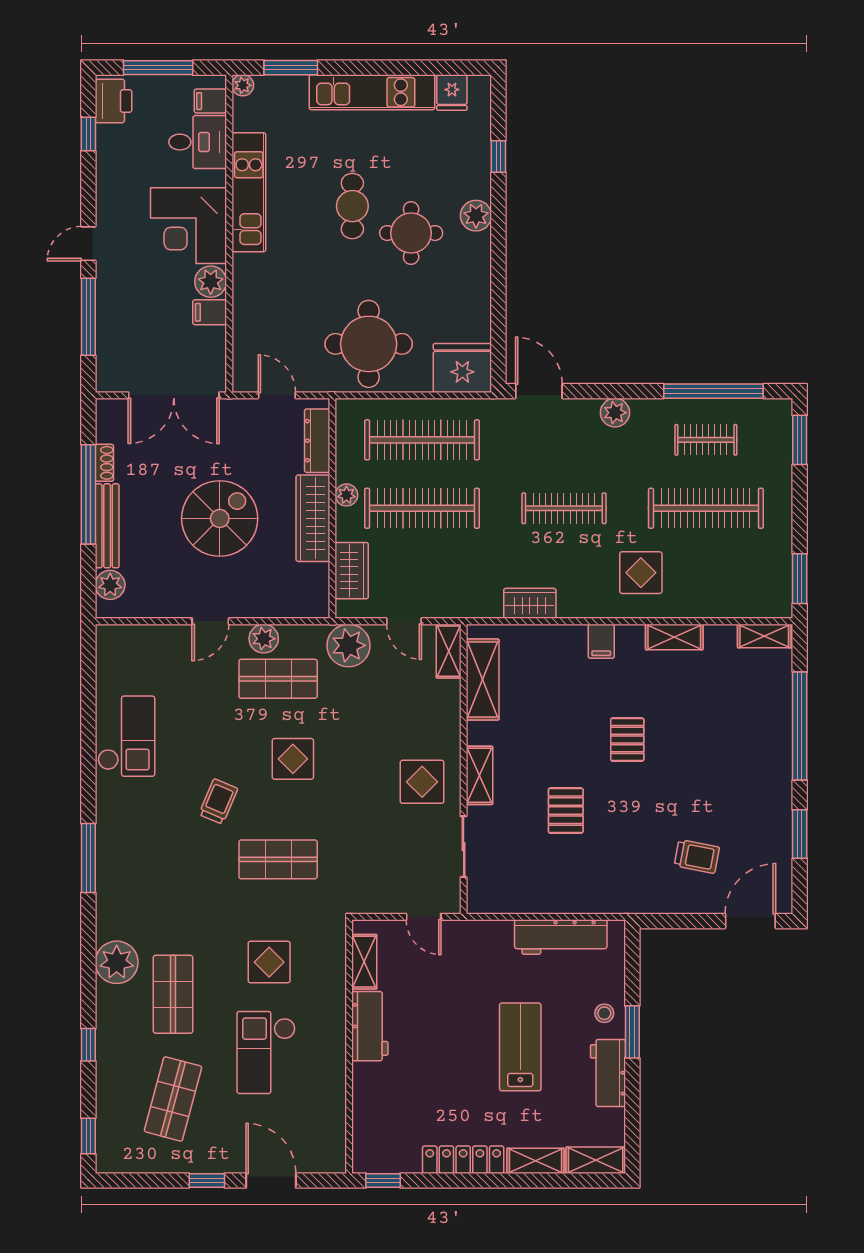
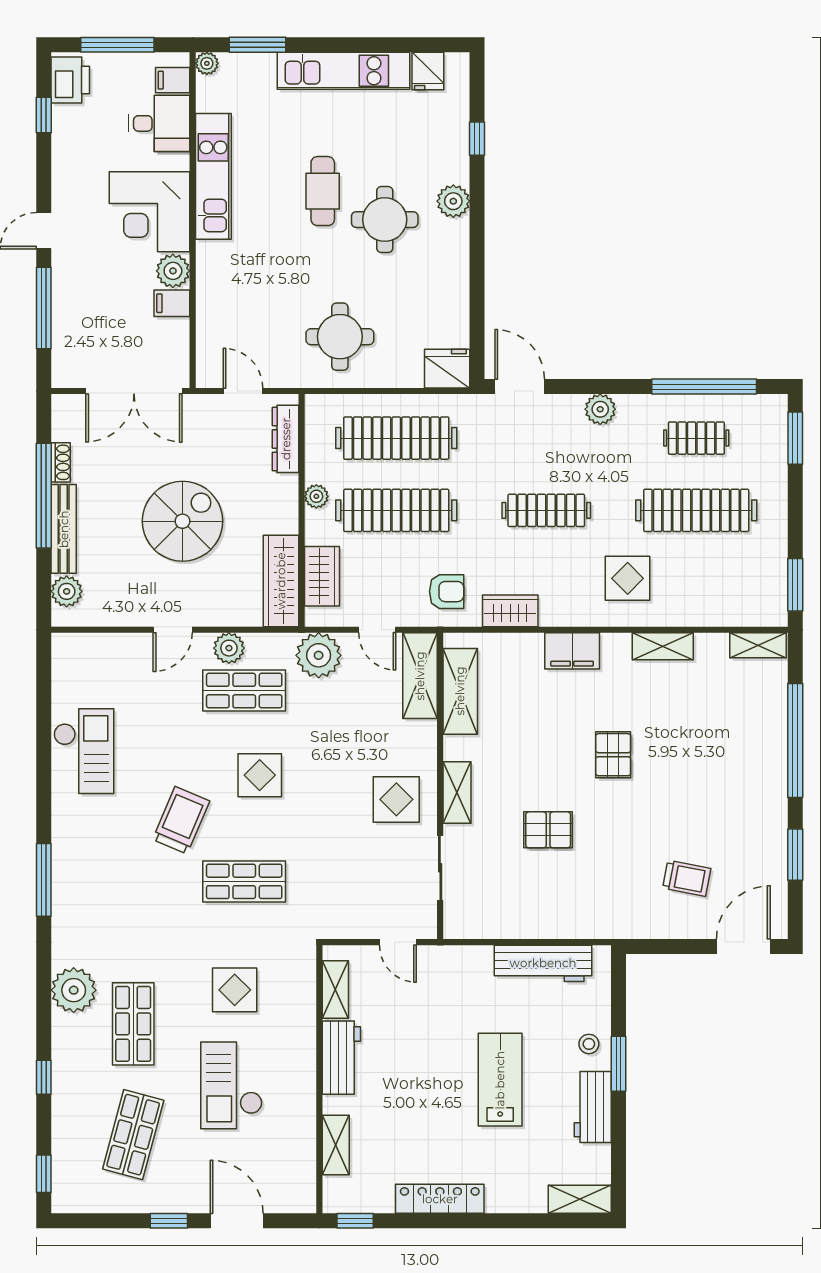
round table: (369, 344) -> (340, 337), width x0.73, depth x0.73
fridge: (462, 368) -> (447, 369), width x0.73, depth x0.75
wardrobe: (313, 518) -> (281, 581), moved
armchair: (470, 585) -> (447, 592), added
filing cabinet: (601, 641) -> (572, 651), width x2.00
shelving: (449, 651) -> (420, 676), width x1.50, depth x1.33
trolley: (218, 801) -> (181, 820), width x1.36, depth x1.39
pallet: (566, 811) -> (548, 830), turned 90
shelving: (535, 1161) -> (336, 1145), moved, turned 90

